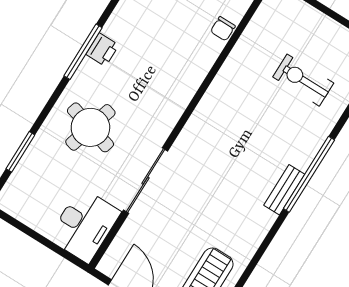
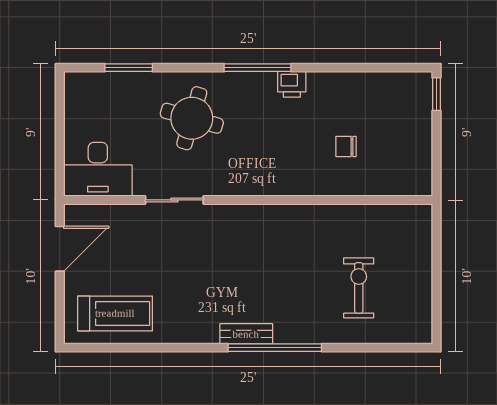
chair: (223, 29) -> (346, 146), moved
printer: (102, 50) -> (292, 84), moved
sliding door: (145, 181) -> (174, 200), width x0.73

